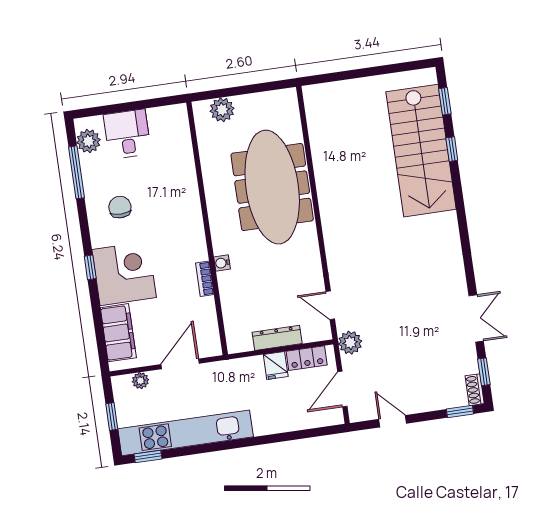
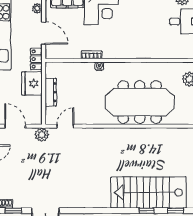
chair: (120, 207) -> (141, 11), removed
locker: (307, 358) -> (36, 59), moved
fridge: (276, 366) -> (32, 83), width x1.88, depth x1.34

